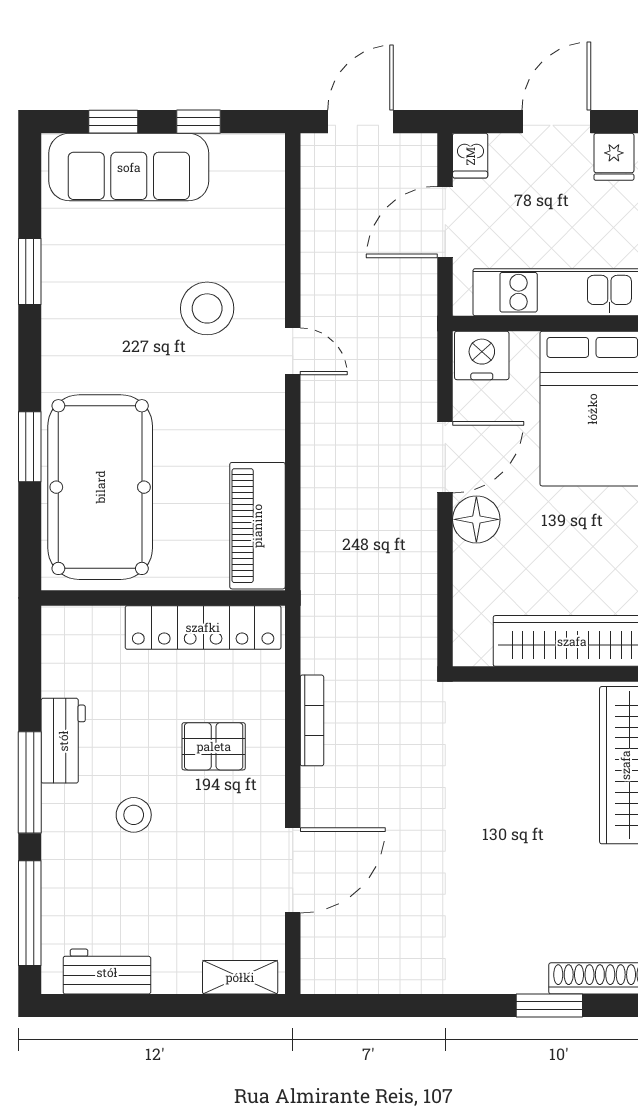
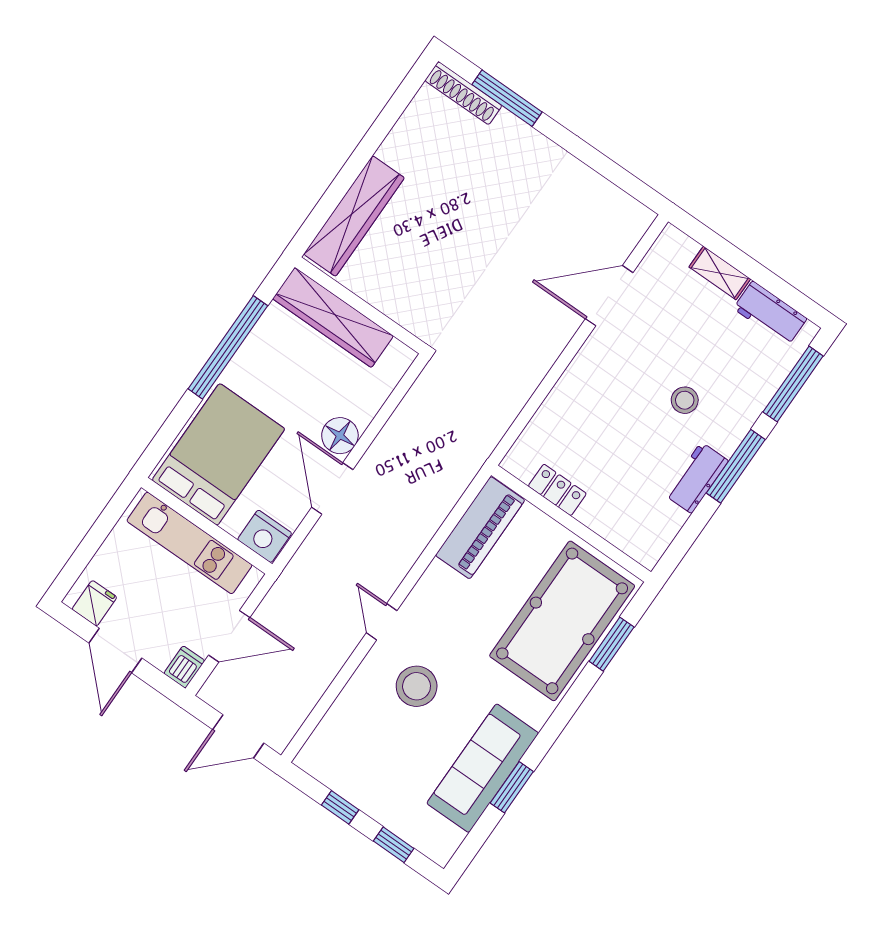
door: (556, 122) -> (115, 651), hinge flipped
sofa: (129, 167) -> (483, 768), moved, turned -90
window: (30, 447) -> (612, 644), moved
door: (445, 457) -> (332, 488), hinge flipped
locker: (203, 627) -> (557, 490), width x0.46, depth x0.83
bookcase: (312, 720) -> (531, 381), removed
pallet: (214, 746) -> (604, 408), removed
shelving: (240, 977) -> (720, 273), moved
window: (549, 1006) -> (507, 98), width x1.44

